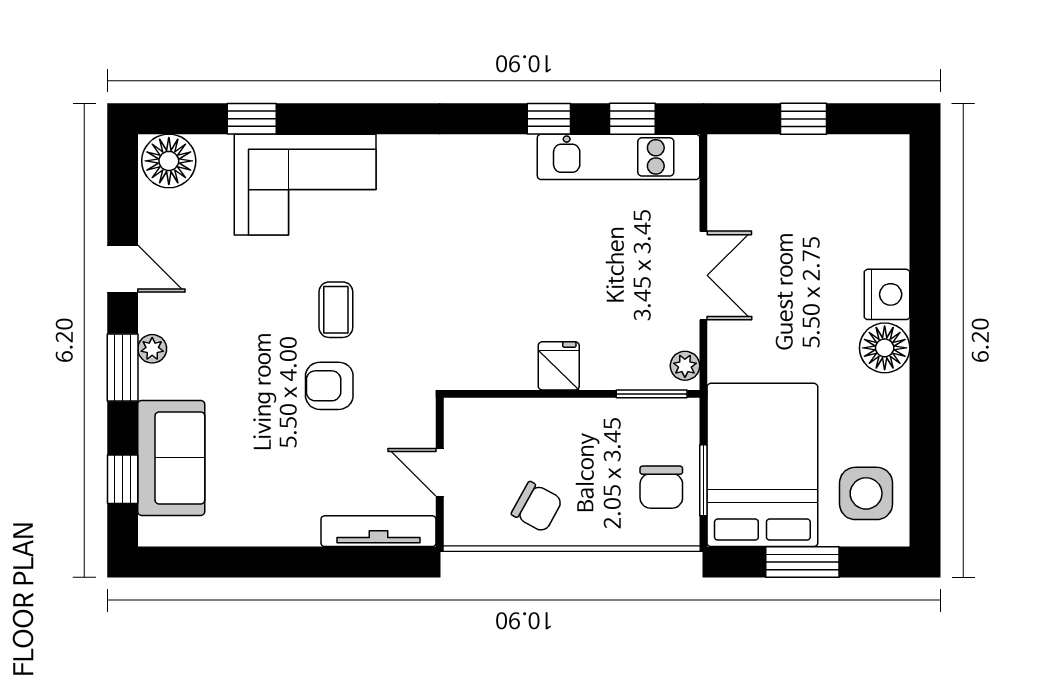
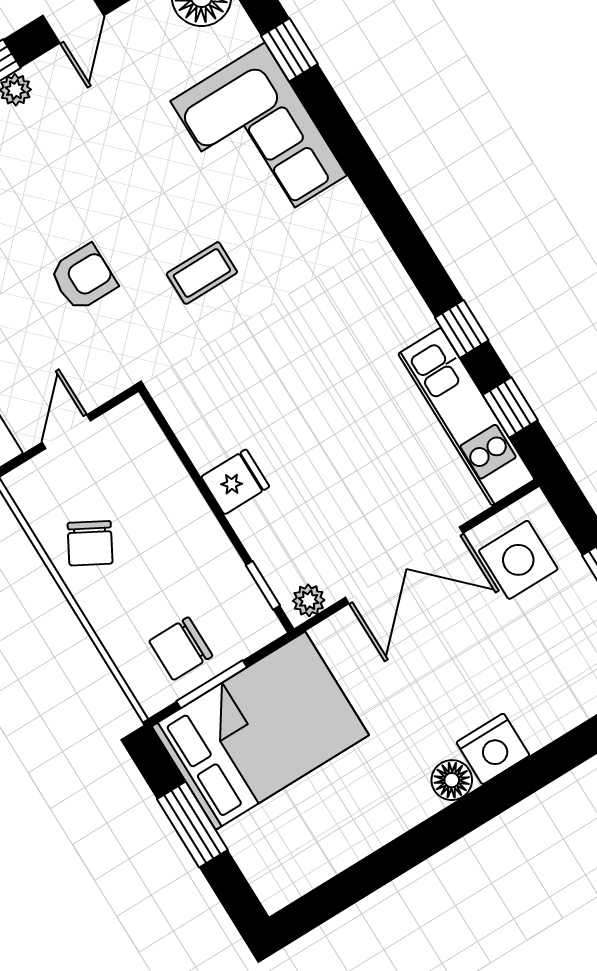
double door: (703, 275) -> (404, 565), width x1.37
coffee table: (336, 310) -> (202, 273), moved
floor lamp: (885, 348) -> (452, 780), width x0.73, depth x0.73
armchair: (329, 386) -> (83, 278), turned 90
window: (652, 394) -> (263, 585), width x0.67
side table: (866, 493) -> (518, 560), moved

